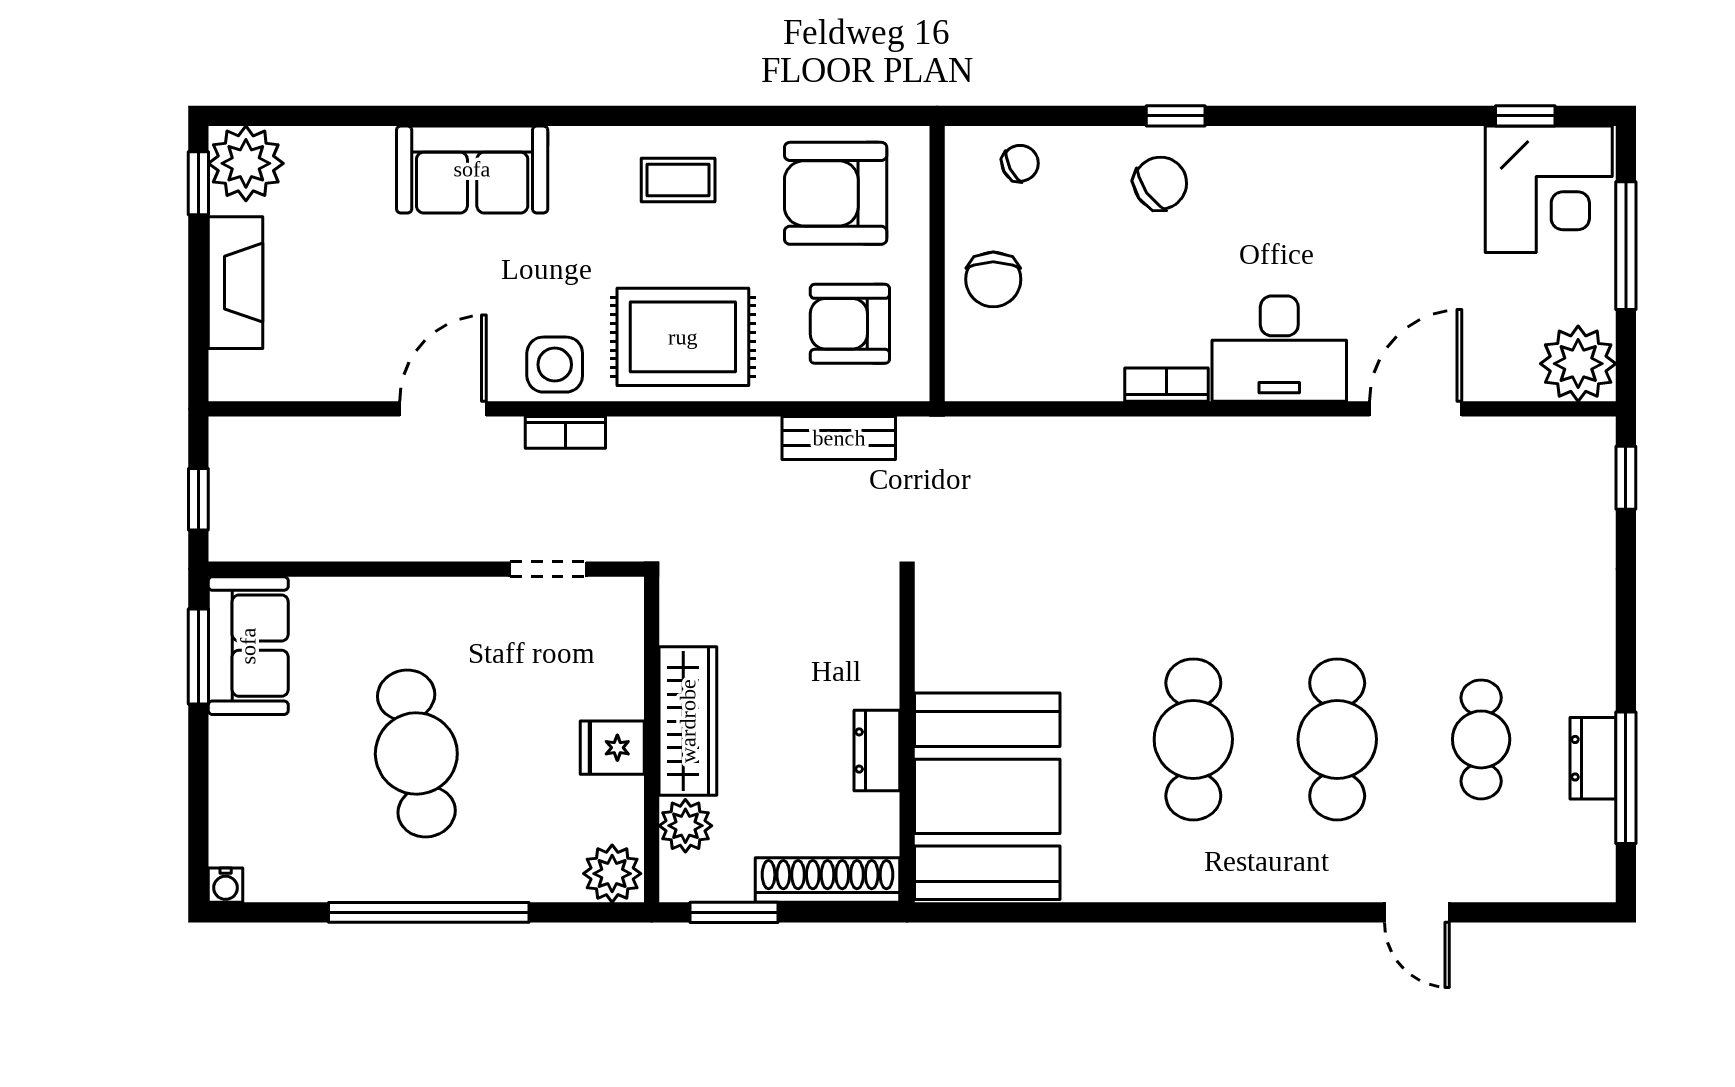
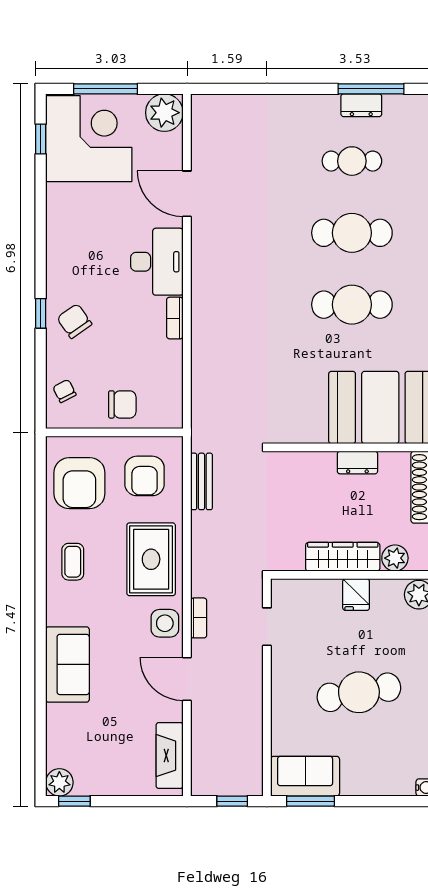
plant: (246, 163) -> (59, 782), width x0.73, depth x0.73
corner desk: (1549, 189) -> (89, 139), width x1.36, depth x1.36
fireplace: (235, 283) -> (170, 756), moved, turned -90
window: (1626, 478) -> (221, 89), removed

